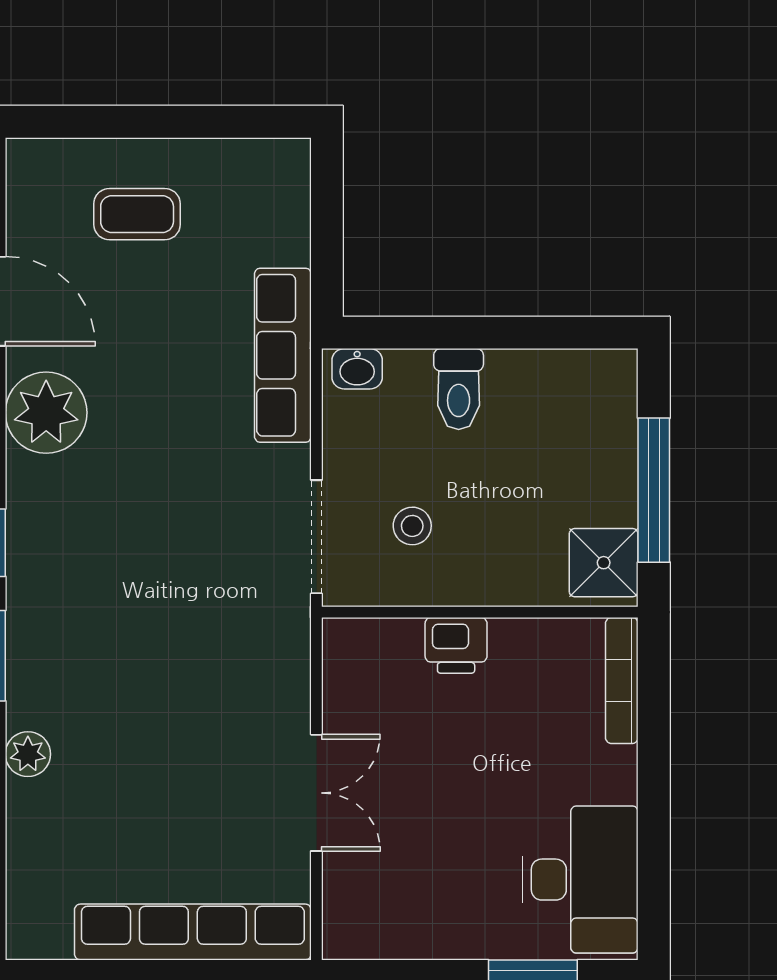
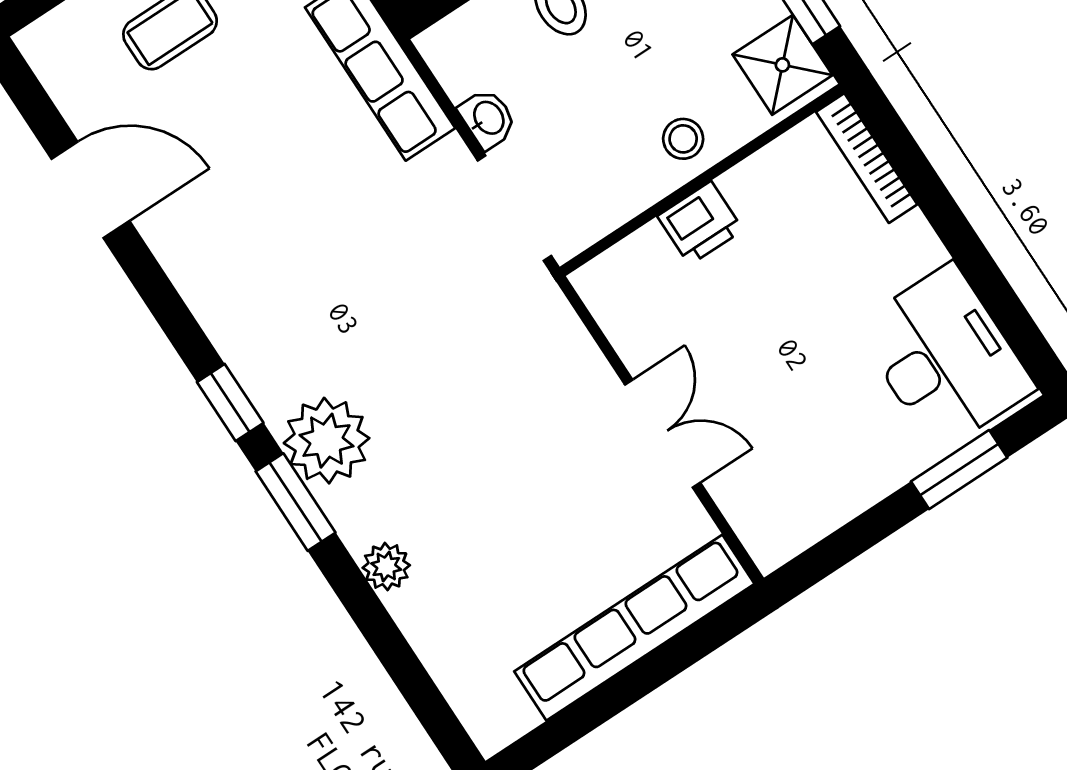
washbasin: (357, 369) -> (488, 118), moved, turned -90
plant: (46, 413) -> (327, 441), moved
stool: (412, 526) -> (683, 139), moved

